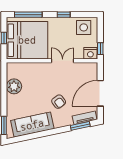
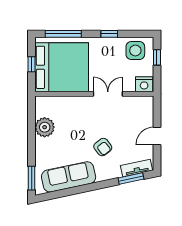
window: (100, 49) -> (157, 57), moved
door: (100, 93) -> (157, 136), width x0.53

